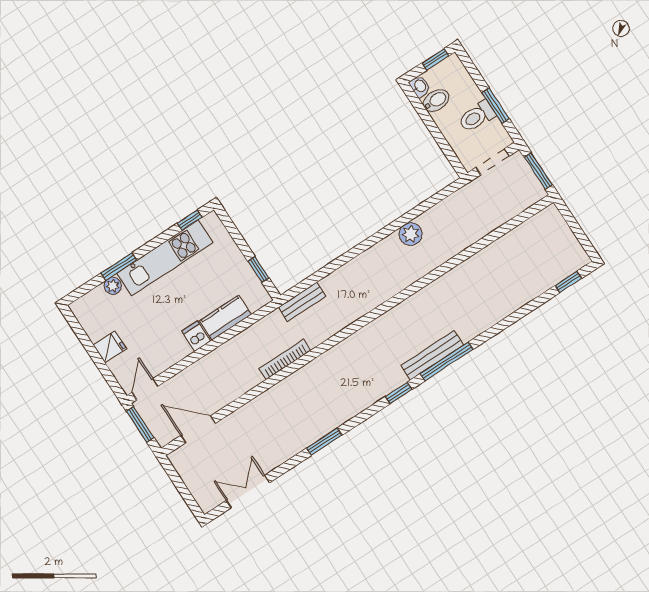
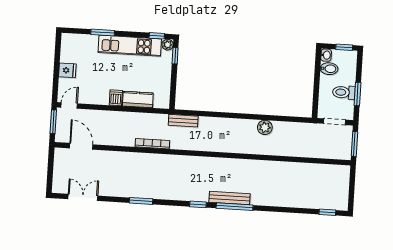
window: (258, 269) -> (175, 56), moved
plant: (113, 286) -> (168, 45), moved

